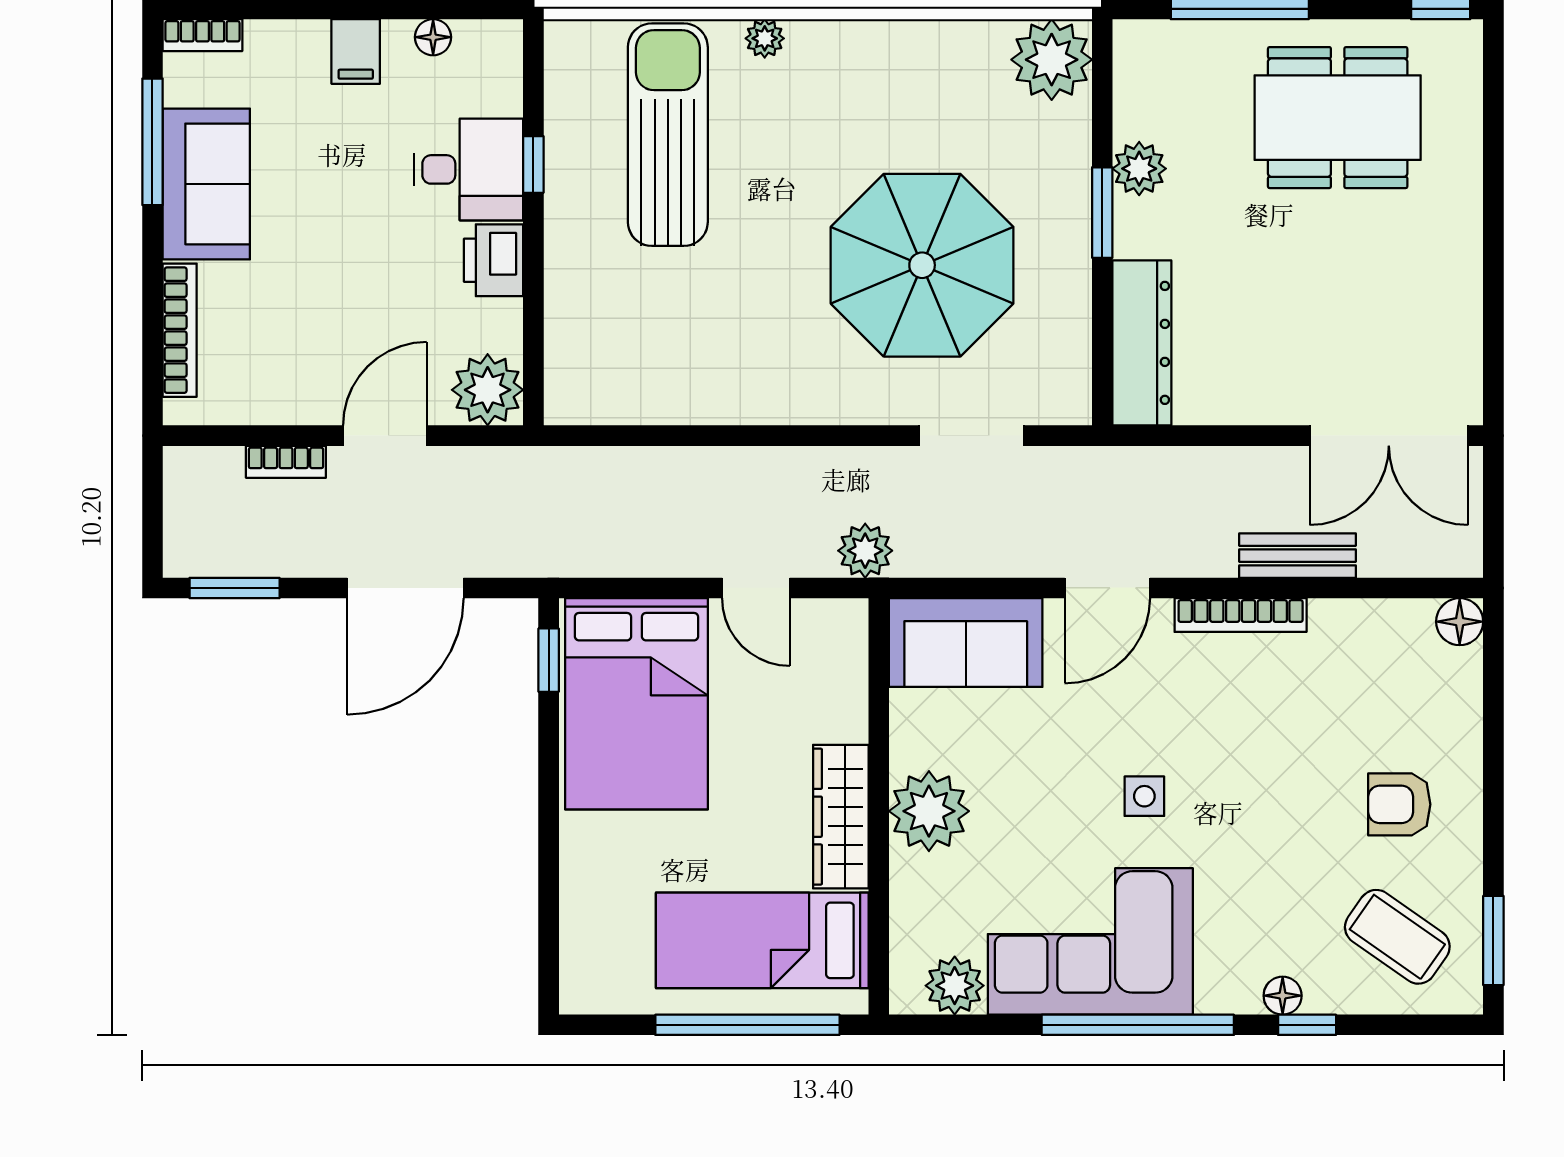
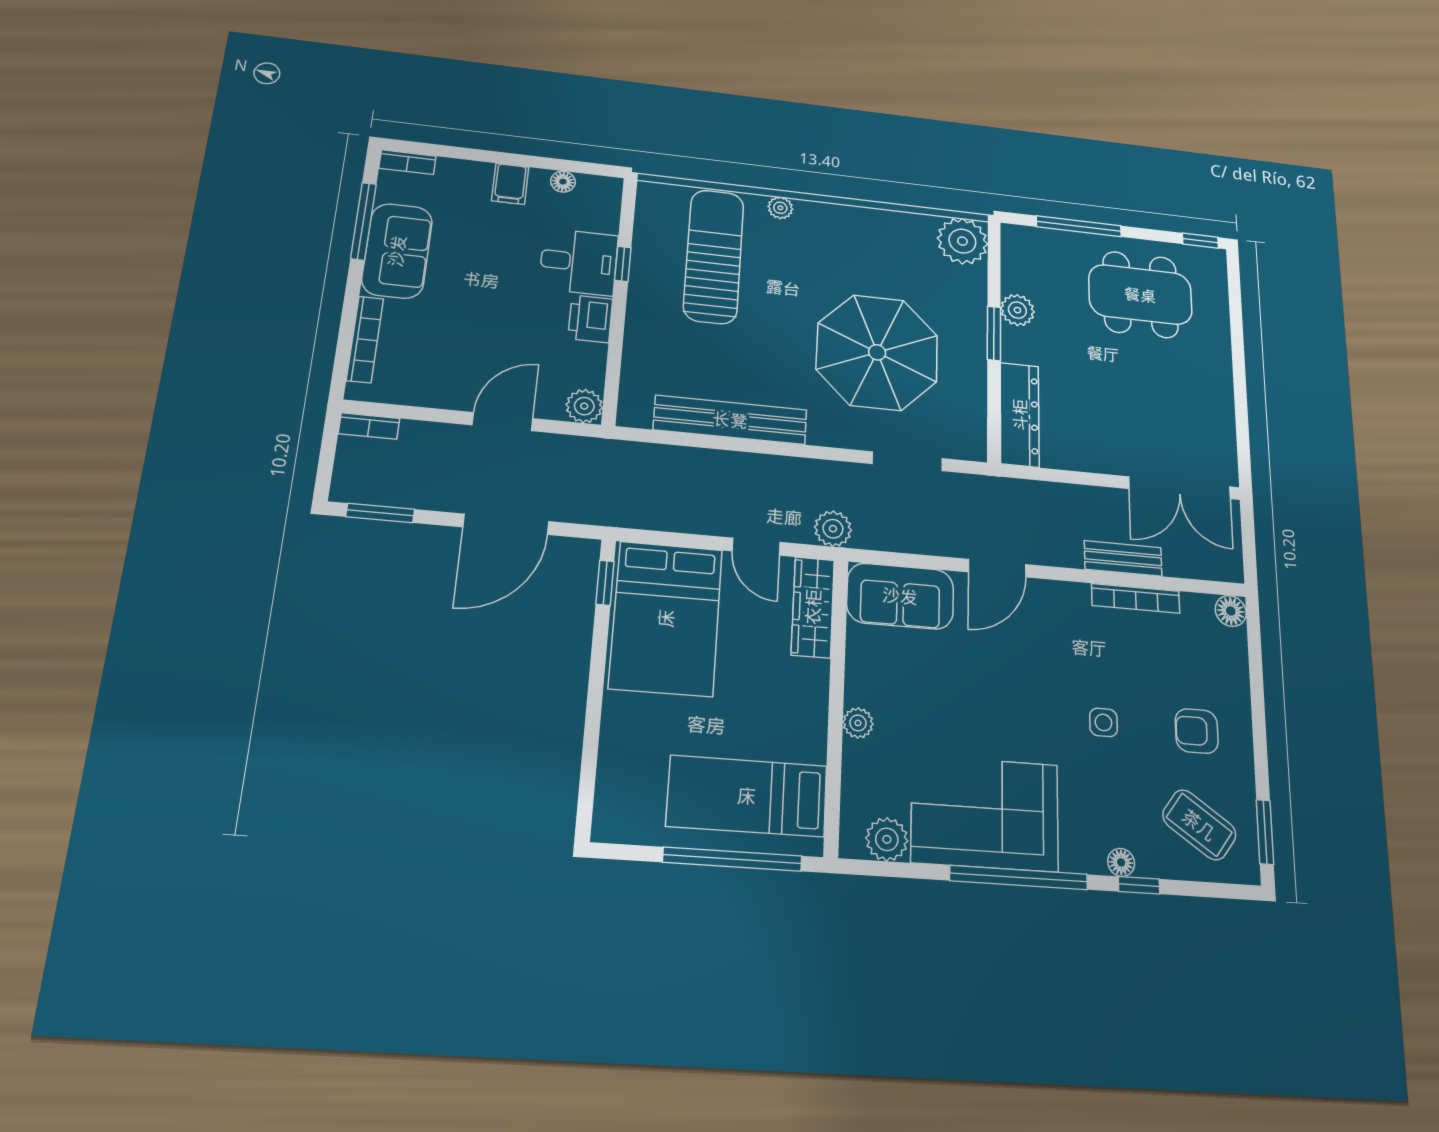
plant: (488, 390) -> (584, 406), width x0.73, depth x0.73
bench: (708, 398) -> (730, 420), added
bookcase: (286, 462) -> (369, 426), moved
bookcase: (1241, 615) -> (1136, 598), moved
side table: (1144, 796) -> (1103, 722), moved
plant: (929, 811) -> (858, 723), width x0.53, depth x0.53
wardrobe: (841, 817) -> (813, 607), moved

